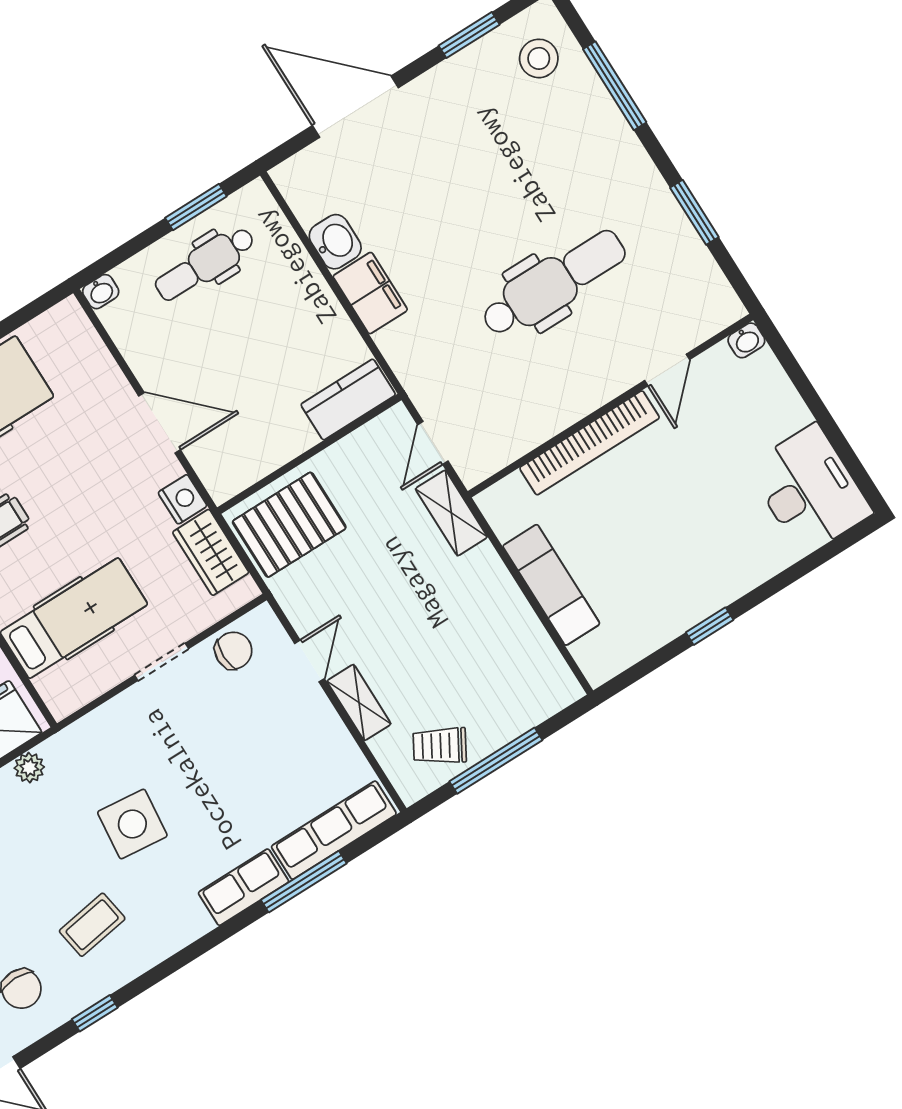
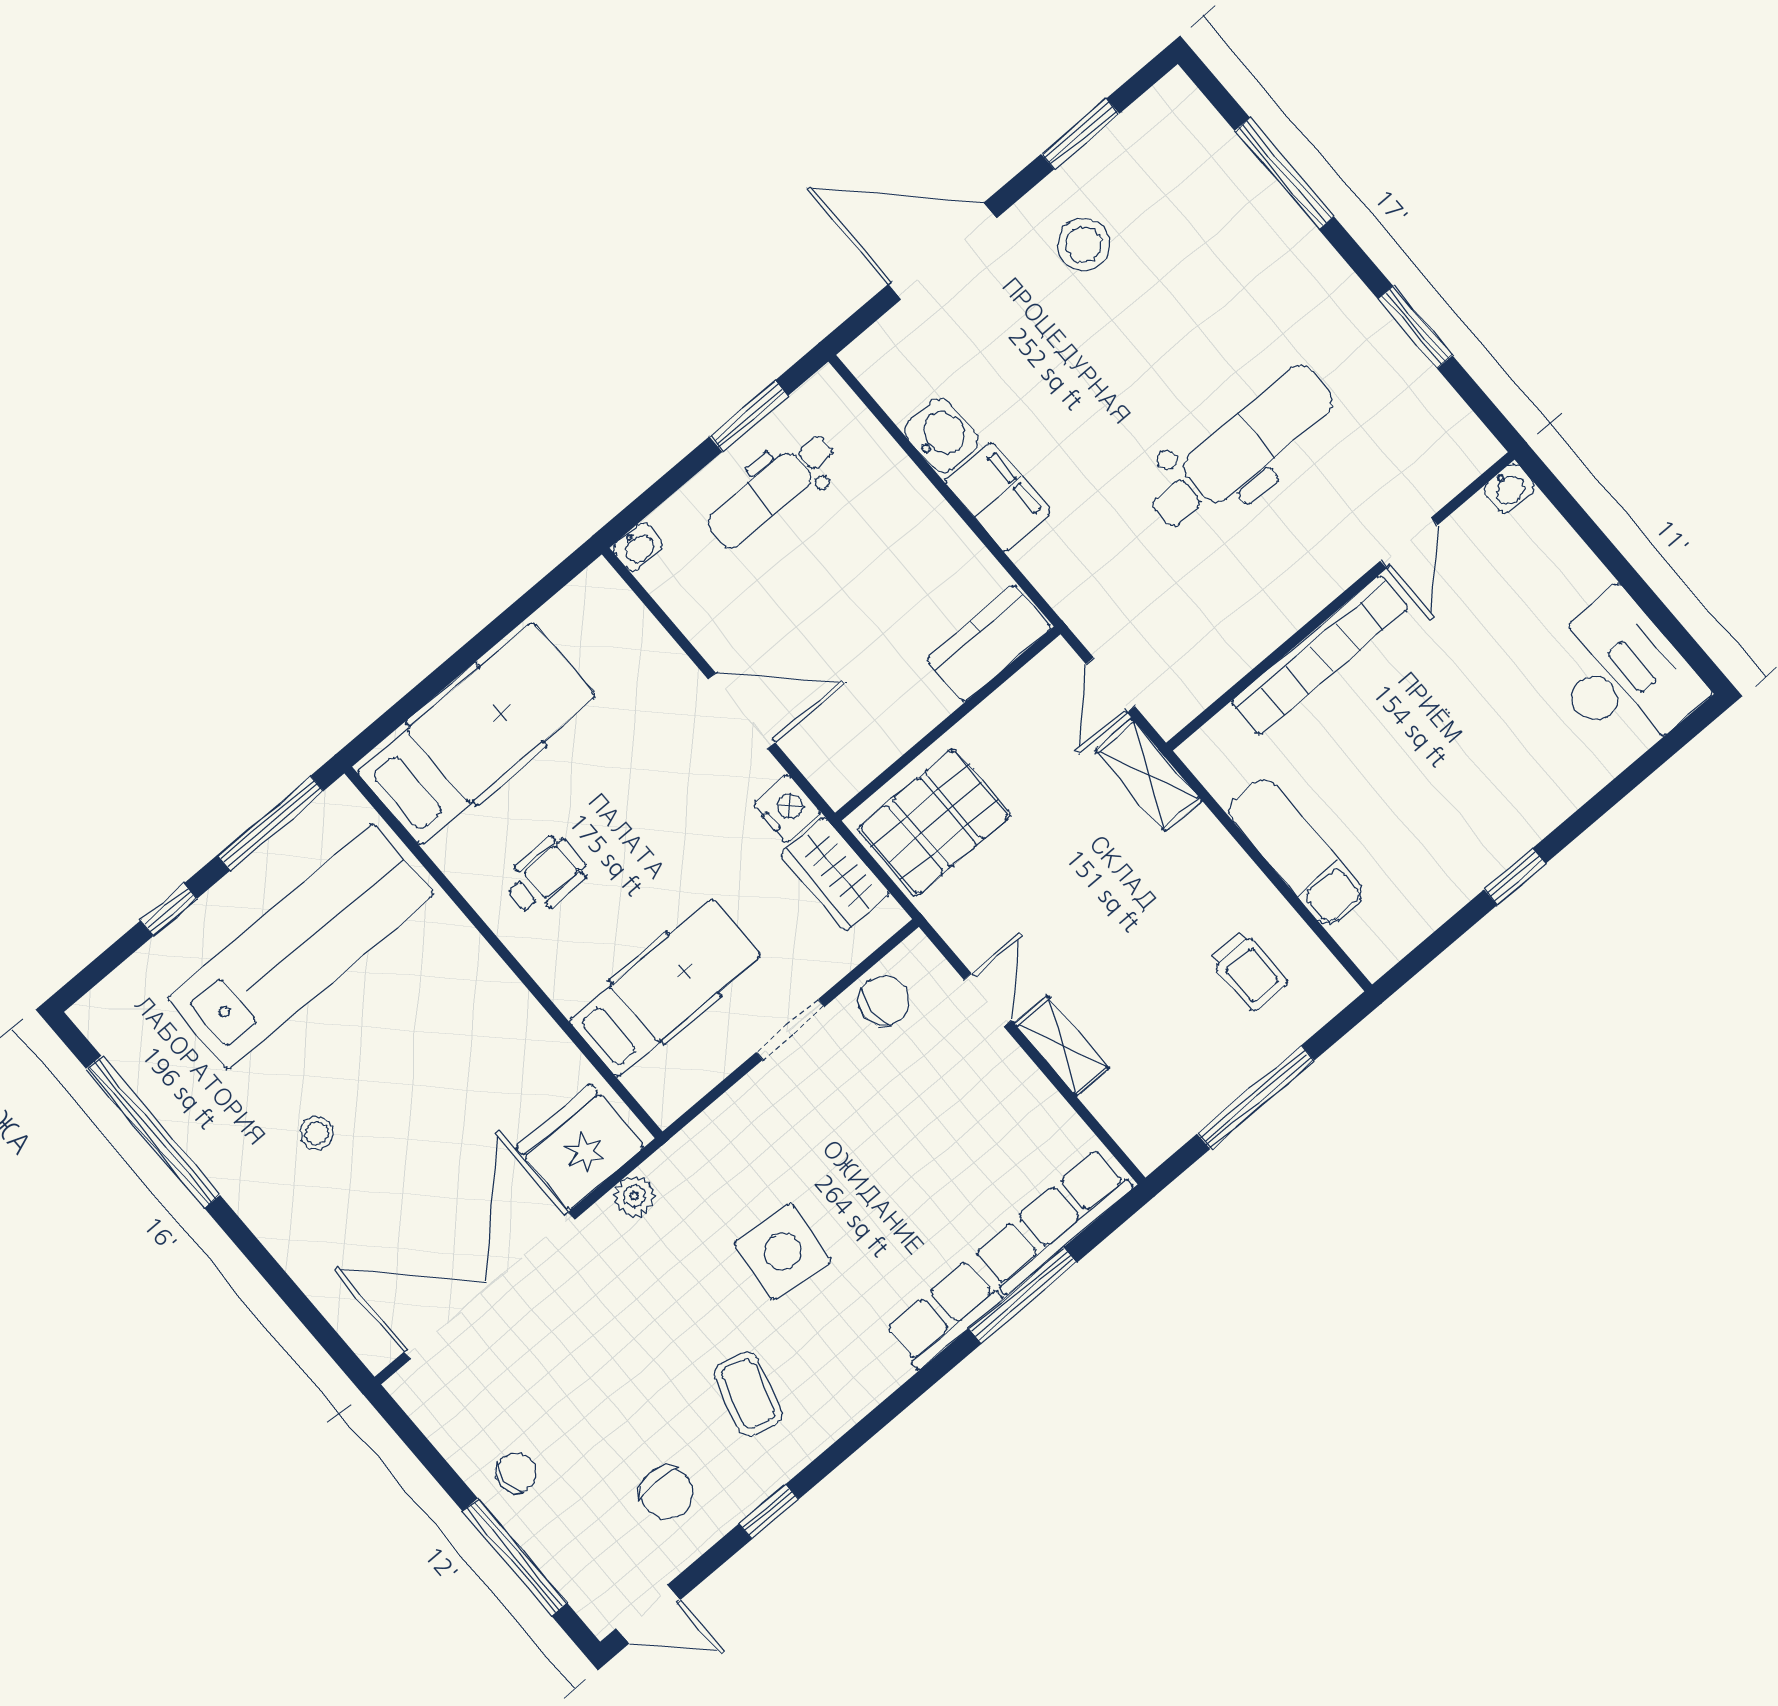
stool: (539, 58) -> (1084, 244), moved
trolley: (440, 746) -> (1249, 971), moved, turned -120
coffee table: (92, 925) -> (748, 1394), turned -65

